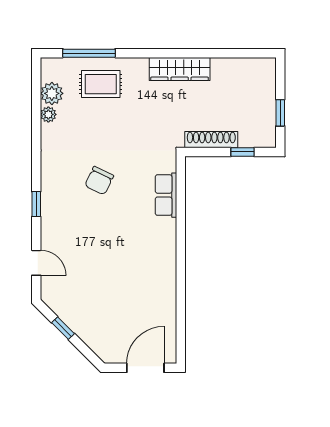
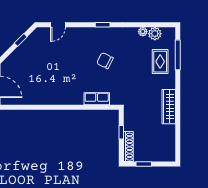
shoe rack: (211, 140) -> (128, 147), moved
window: (243, 152) -> (121, 132), moved
window: (36, 204) -> (103, 25), moved

